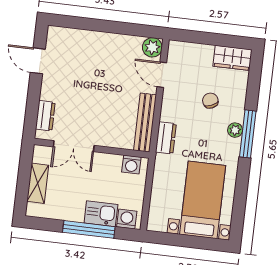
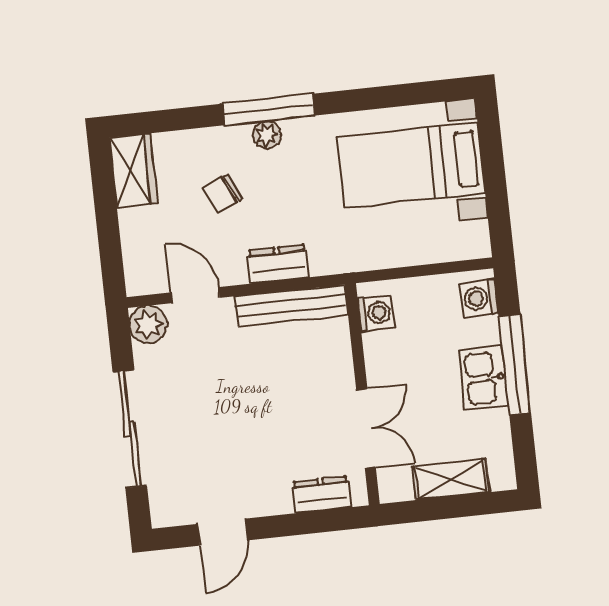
sliding door: (101, 26) -> (130, 429), added
door: (162, 75) -> (195, 295), swing flipped
dresser: (166, 138) -> (278, 264), moved
kitchen sink: (101, 214) -> (483, 378), moved

